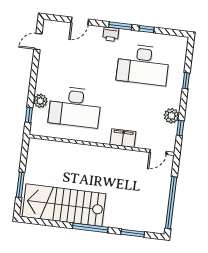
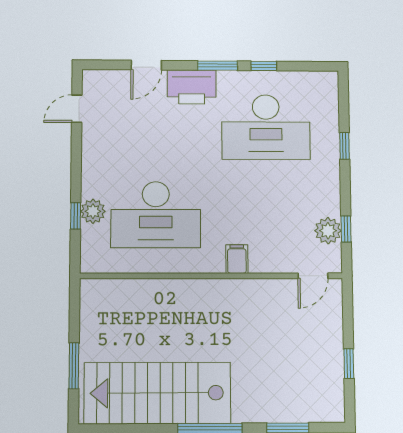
printer: (111, 34) -> (192, 87), width x1.87, depth x1.48
window: (29, 115) -> (76, 216), moved
plant: (171, 116) -> (328, 231), moved
filing cabinet: (123, 138) -> (237, 259), width x0.50
window: (171, 203) -> (349, 364), width x0.32

